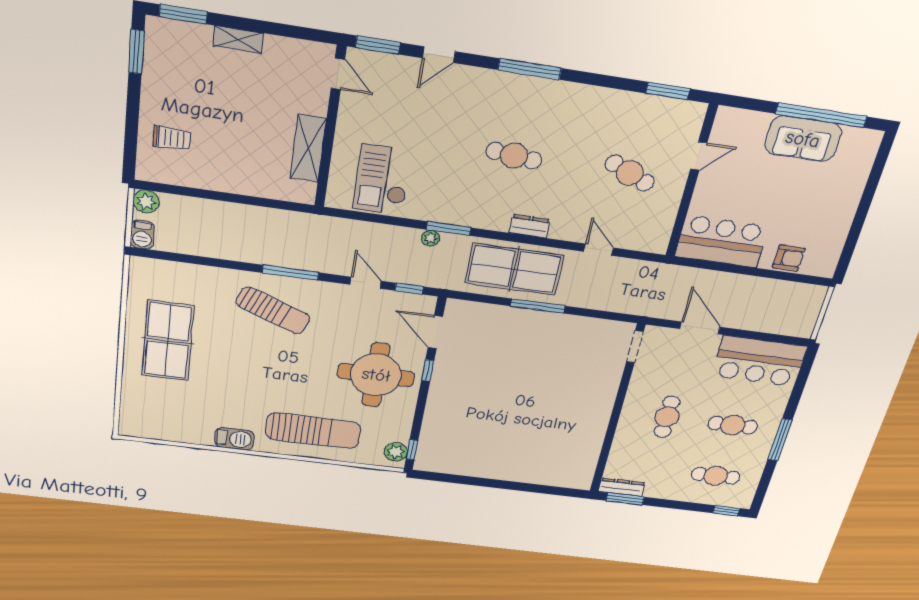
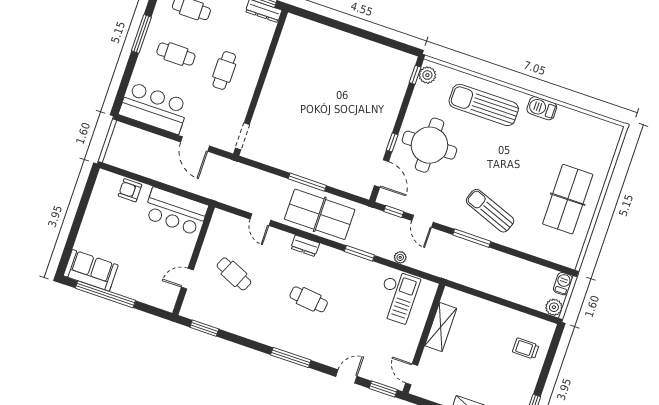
sofa: (803, 139) -> (91, 270), moved
plant: (431, 238) -> (400, 257), moved

